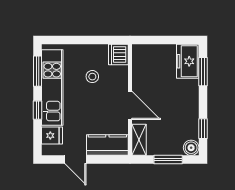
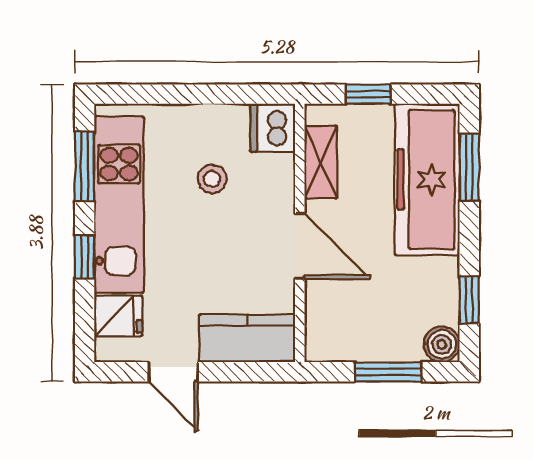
window: (160, 40) -> (368, 94), added
freezer: (188, 61) -> (427, 180), width x1.91, depth x1.26
shelving: (139, 140) -> (321, 162), moved

